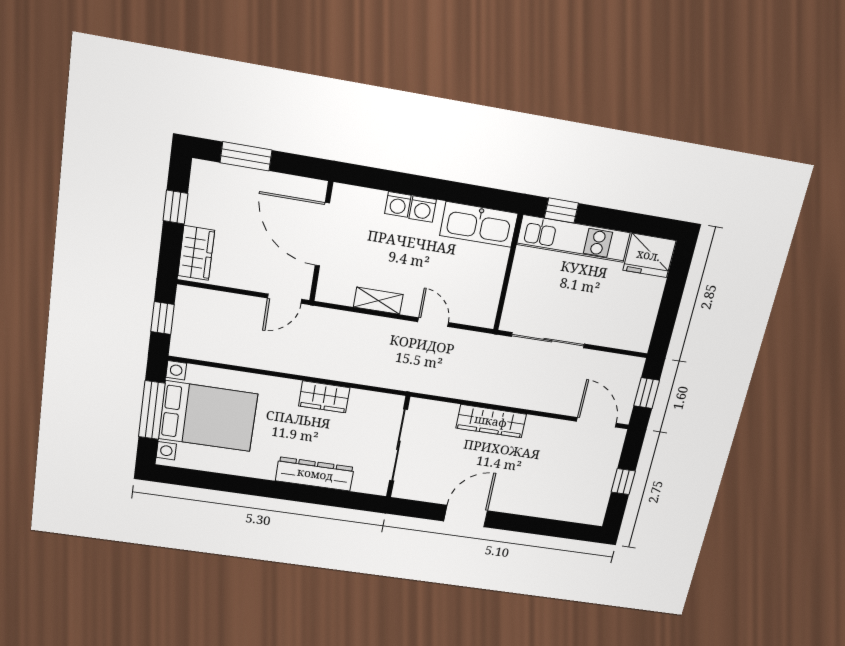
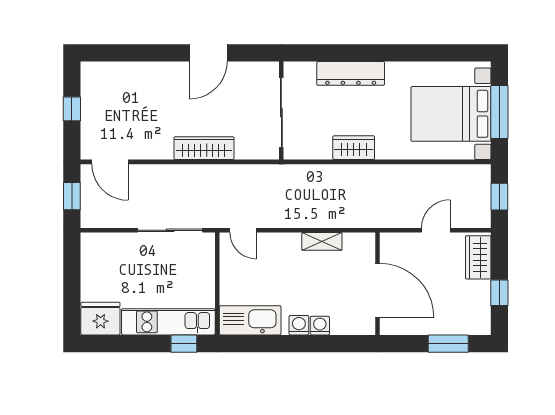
door: (285, 299) -> (436, 230), moved
door: (433, 322) -> (243, 230), moved

